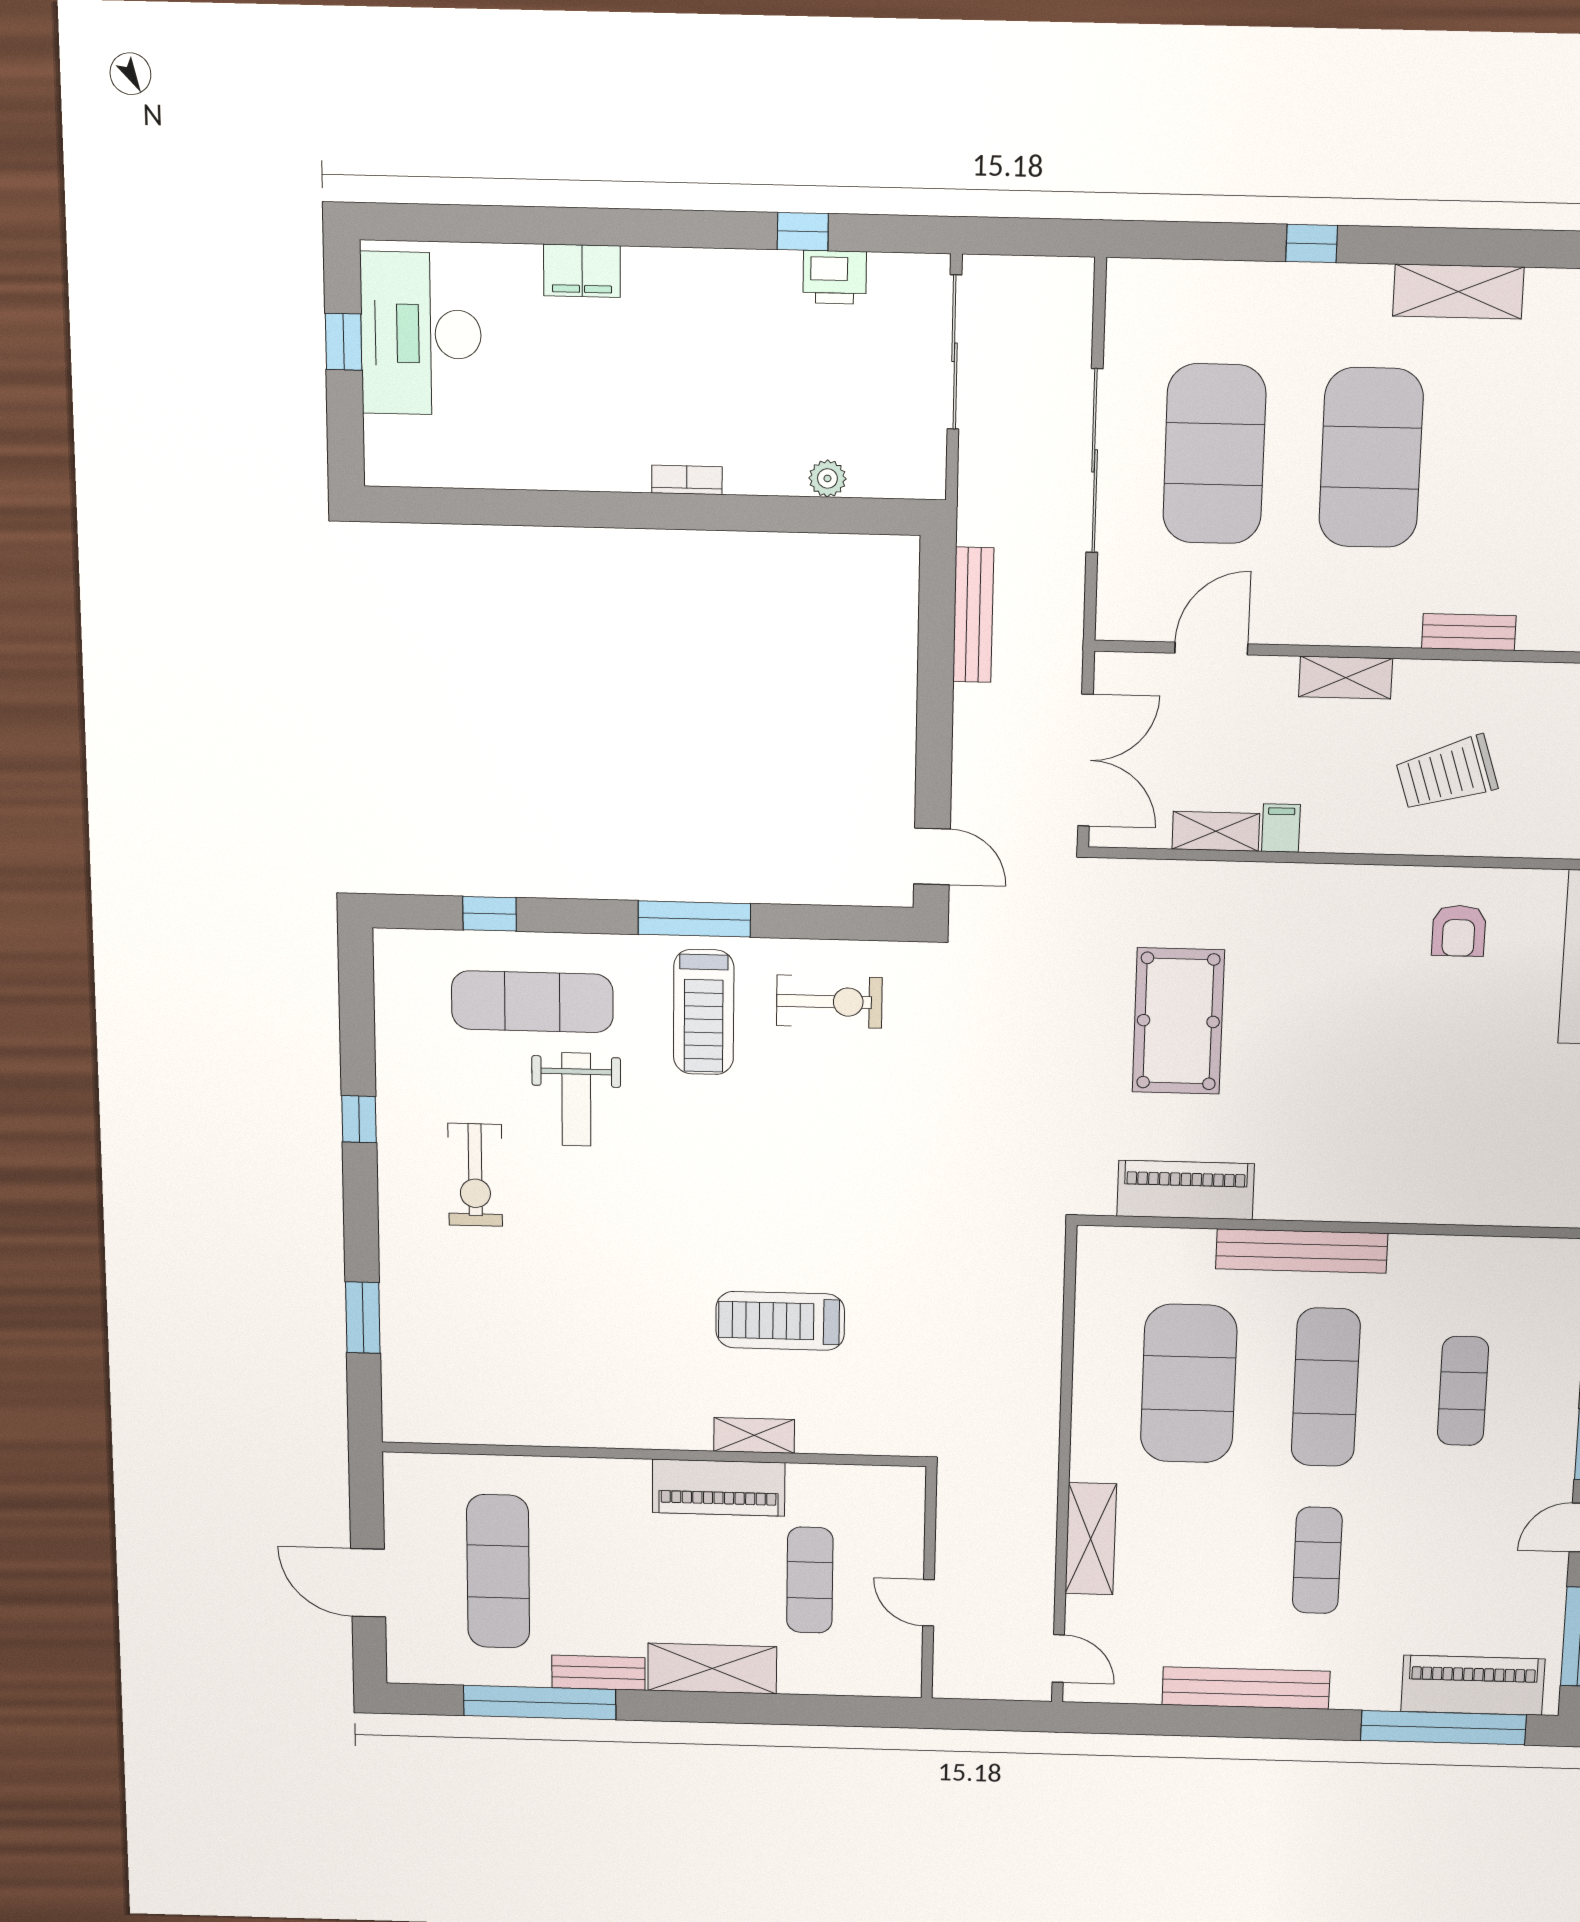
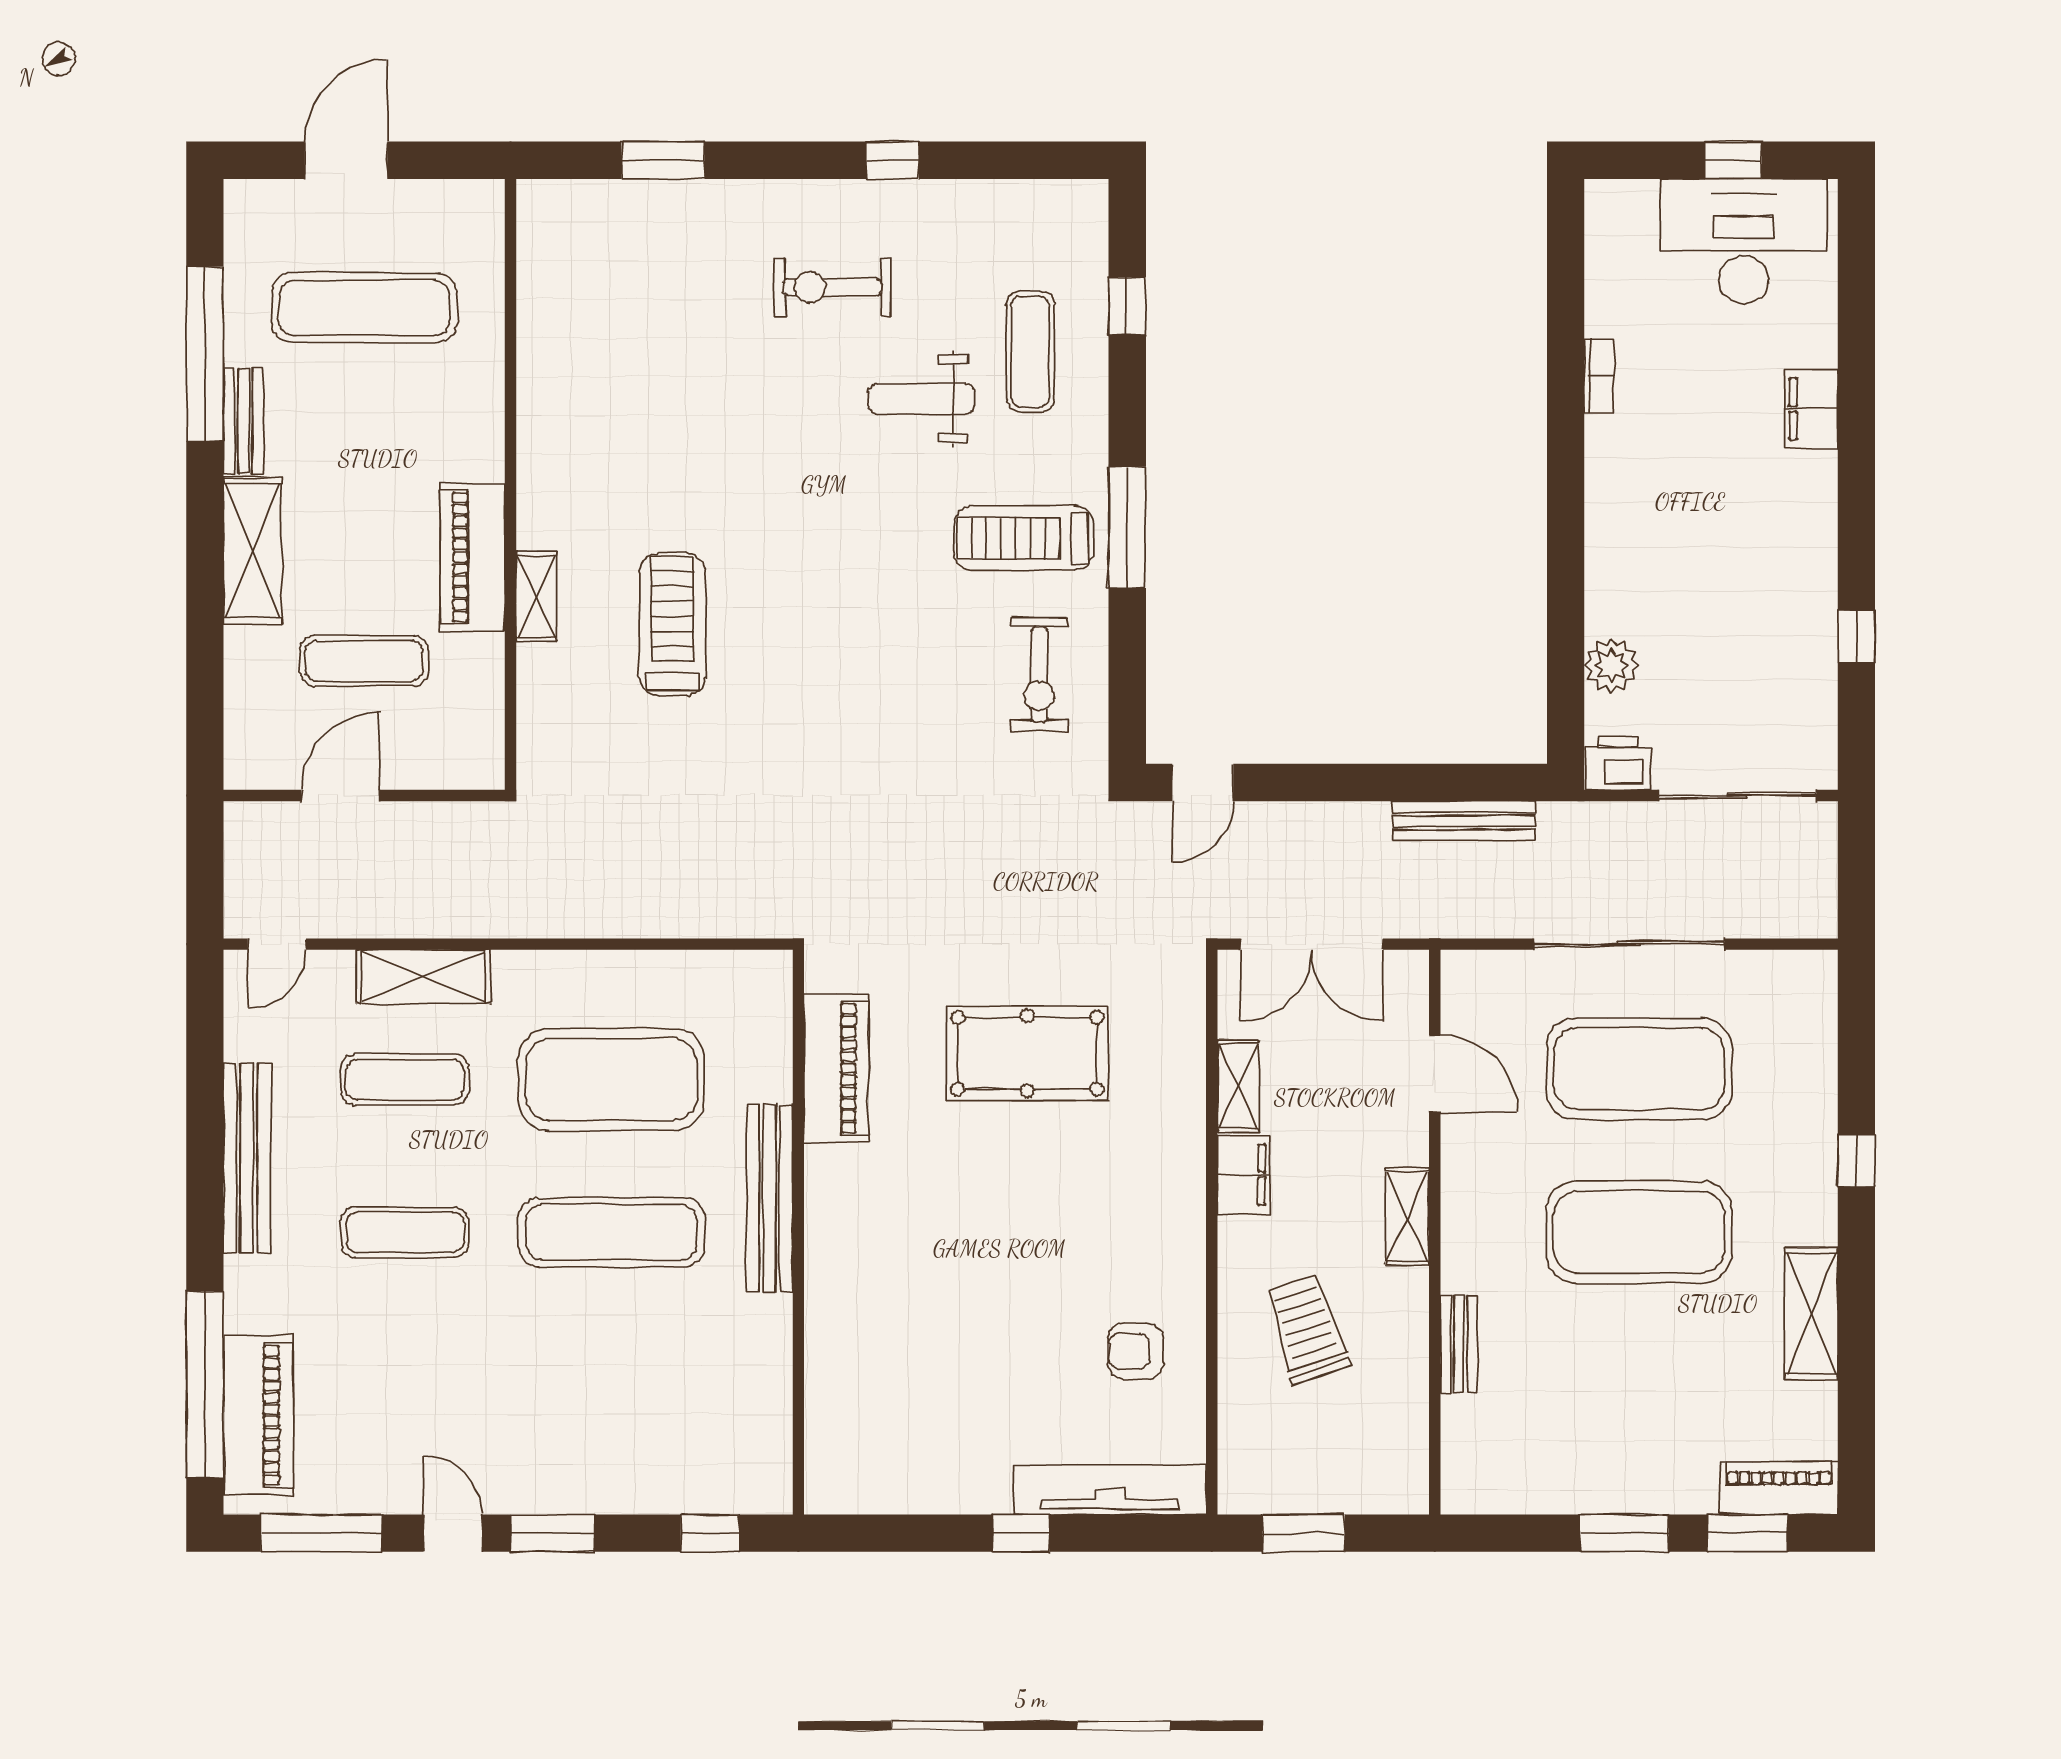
printer: (835, 277) -> (1618, 763), moved, turned 90
plant: (827, 478) -> (1611, 665), width x1.38, depth x1.38
bookcase: (687, 480) -> (1599, 376), moved
filing cabinet: (1281, 828) -> (1243, 1175), width x2.00
exercise mat: (532, 1002) -> (1030, 352), width x0.73, depth x0.69
exercise mat: (1463, 1391) -> (405, 1080), moved
door: (929, 1603) -> (340, 796), width x1.37

